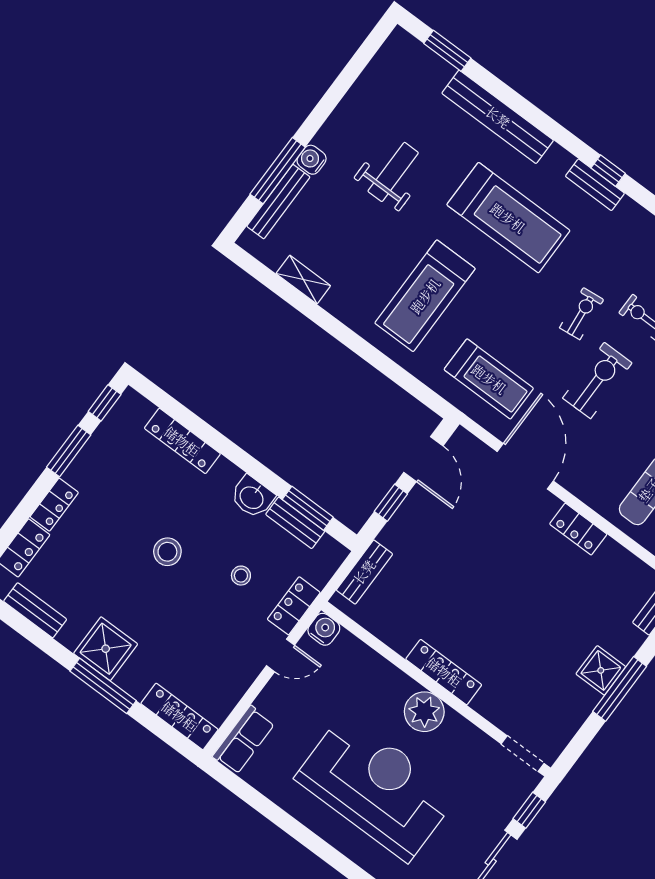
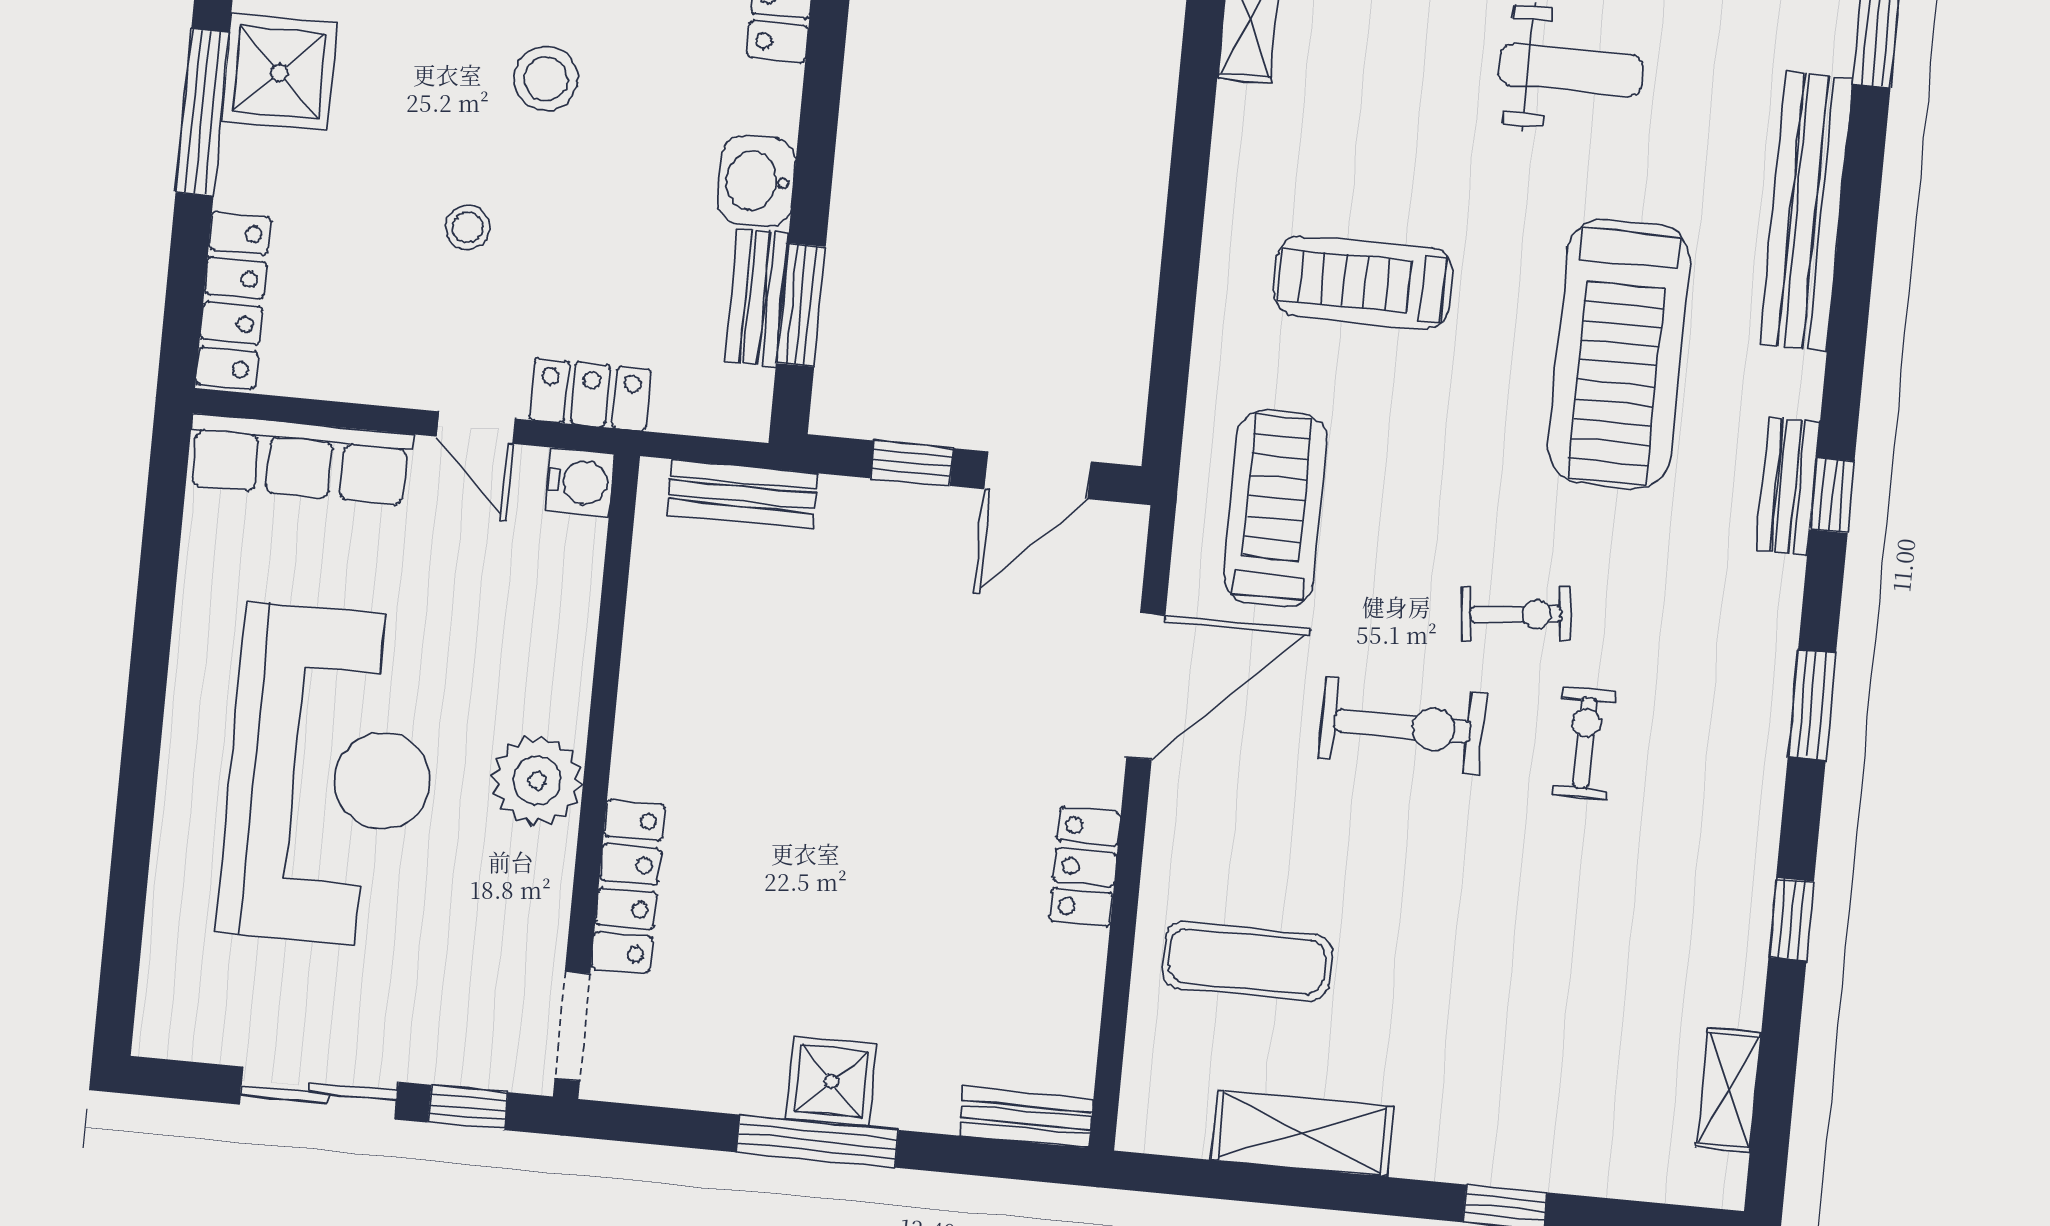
treadmill: (425, 296) -> (1364, 282), width x0.73, depth x0.73
treadmill: (489, 379) -> (1275, 509), turned 180
stool: (241, 576) -> (468, 227), moved
locker: (444, 672) -> (628, 886), moved
row of seats: (244, 740) -> (300, 460), width x1.48

